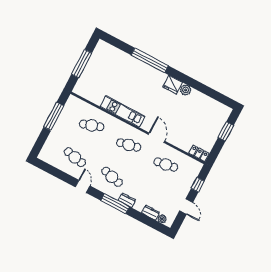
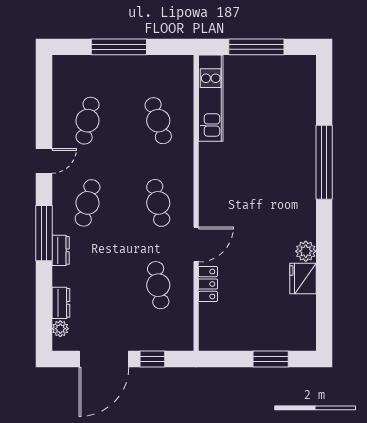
fridge: (173, 85) -> (303, 279), moved
kitchen unit: (122, 111) -> (211, 98), moved
window: (54, 116) -> (119, 47), moved
locker: (199, 153) -> (208, 284), moved
door: (186, 207) -> (104, 359), width x1.88

